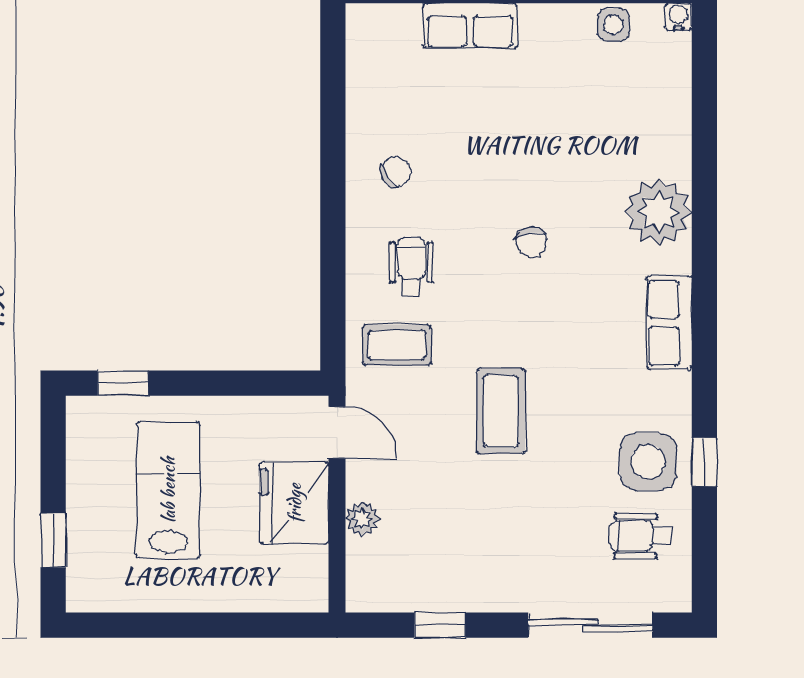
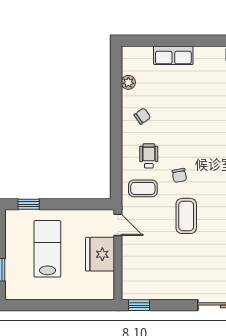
chair: (531, 242) -> (179, 175), moved
plant: (362, 519) -> (128, 82), moved
window: (440, 625) -> (139, 305), moved

